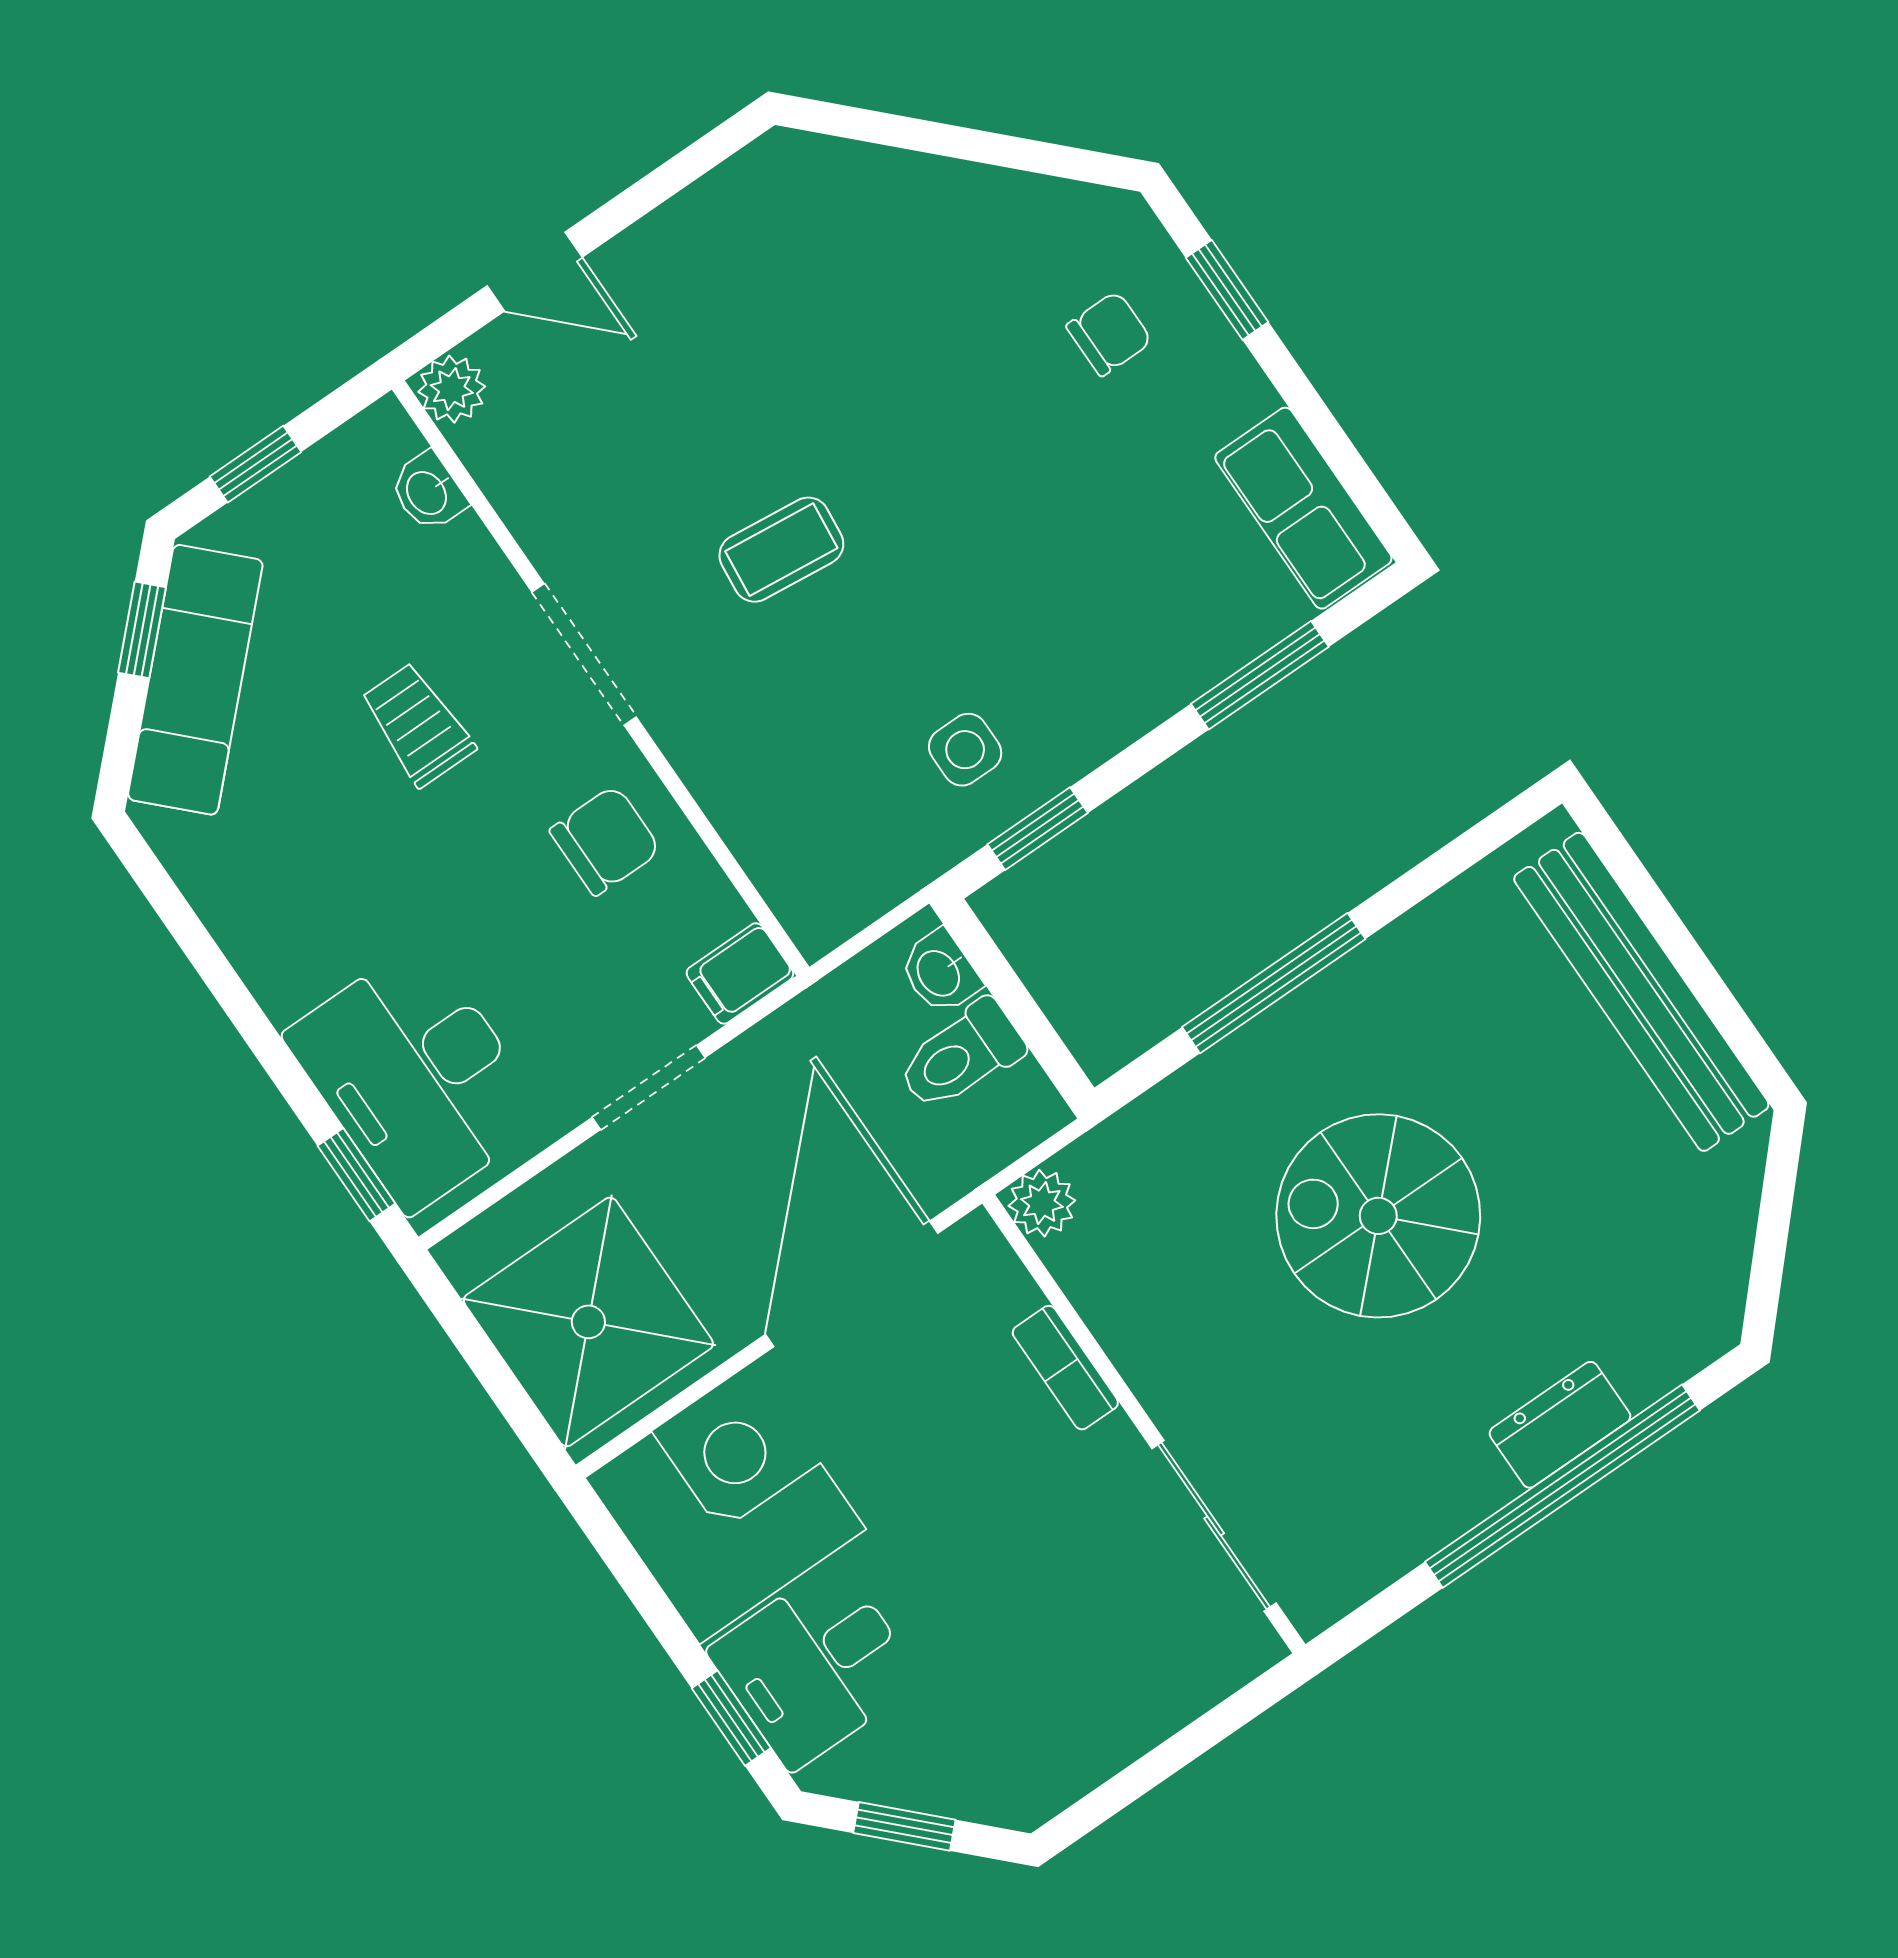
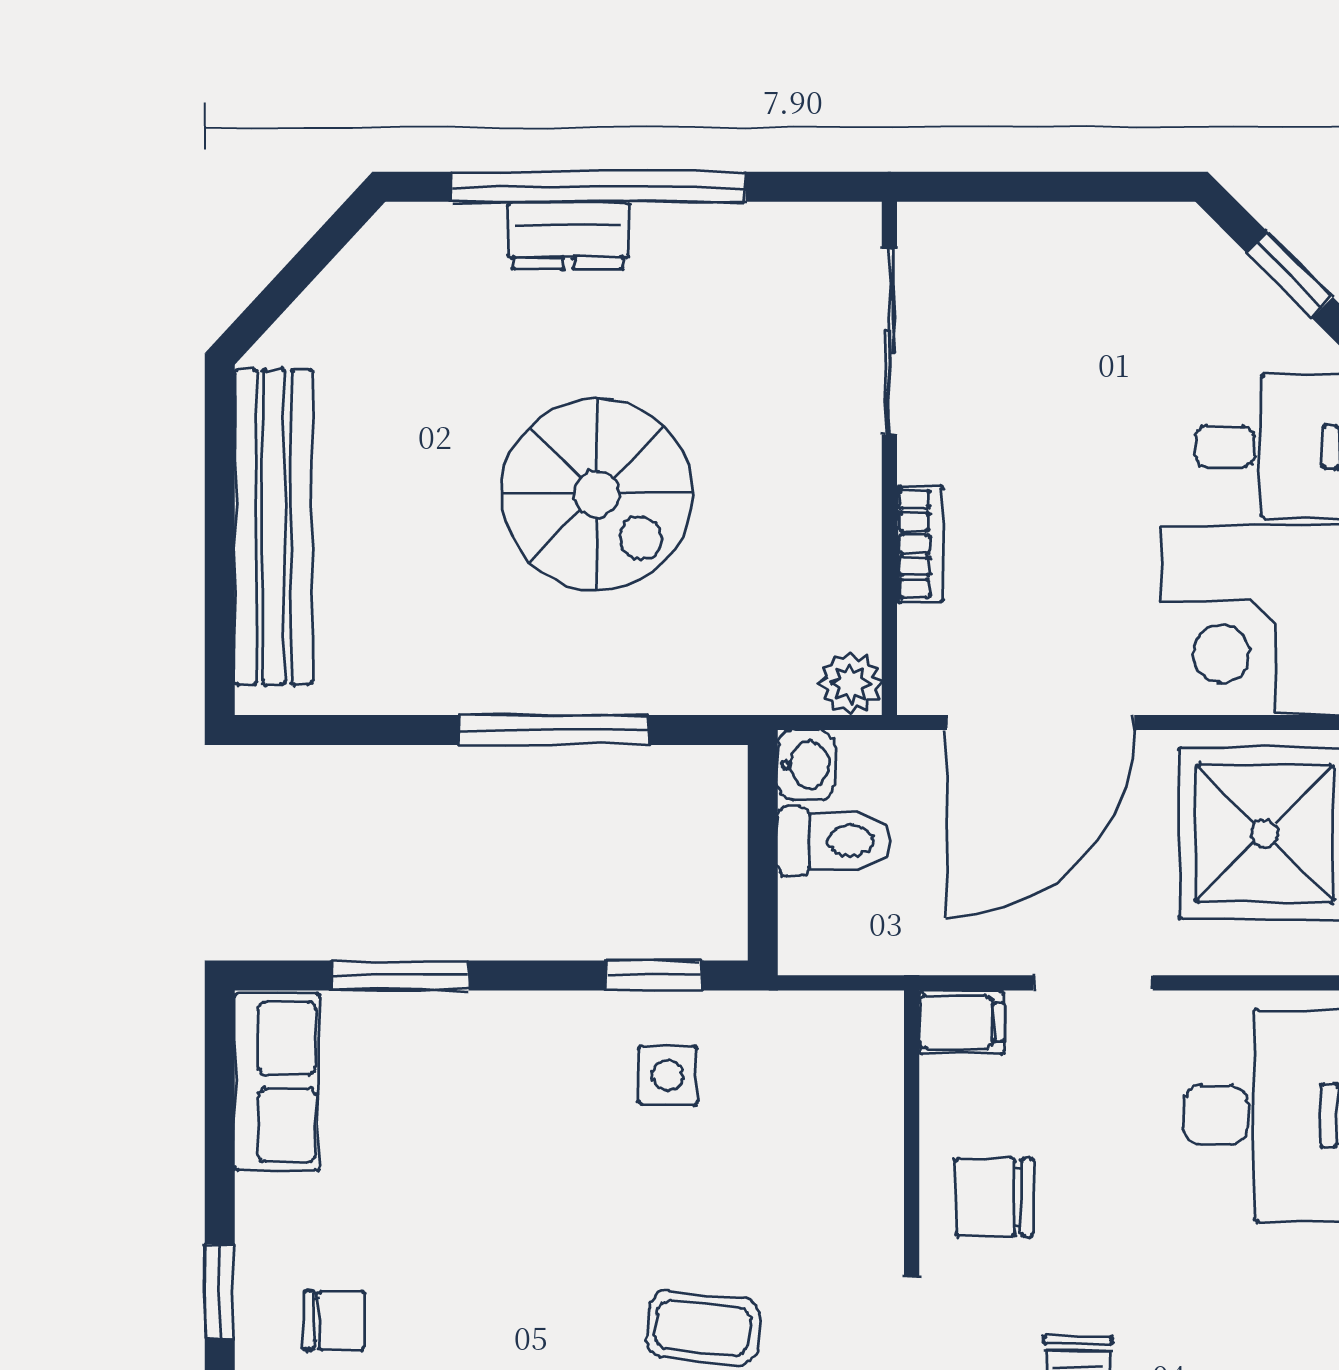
chair: (1109, 334) -> (334, 1320), turned 180
washbasin: (940, 972) -> (806, 765), moved

